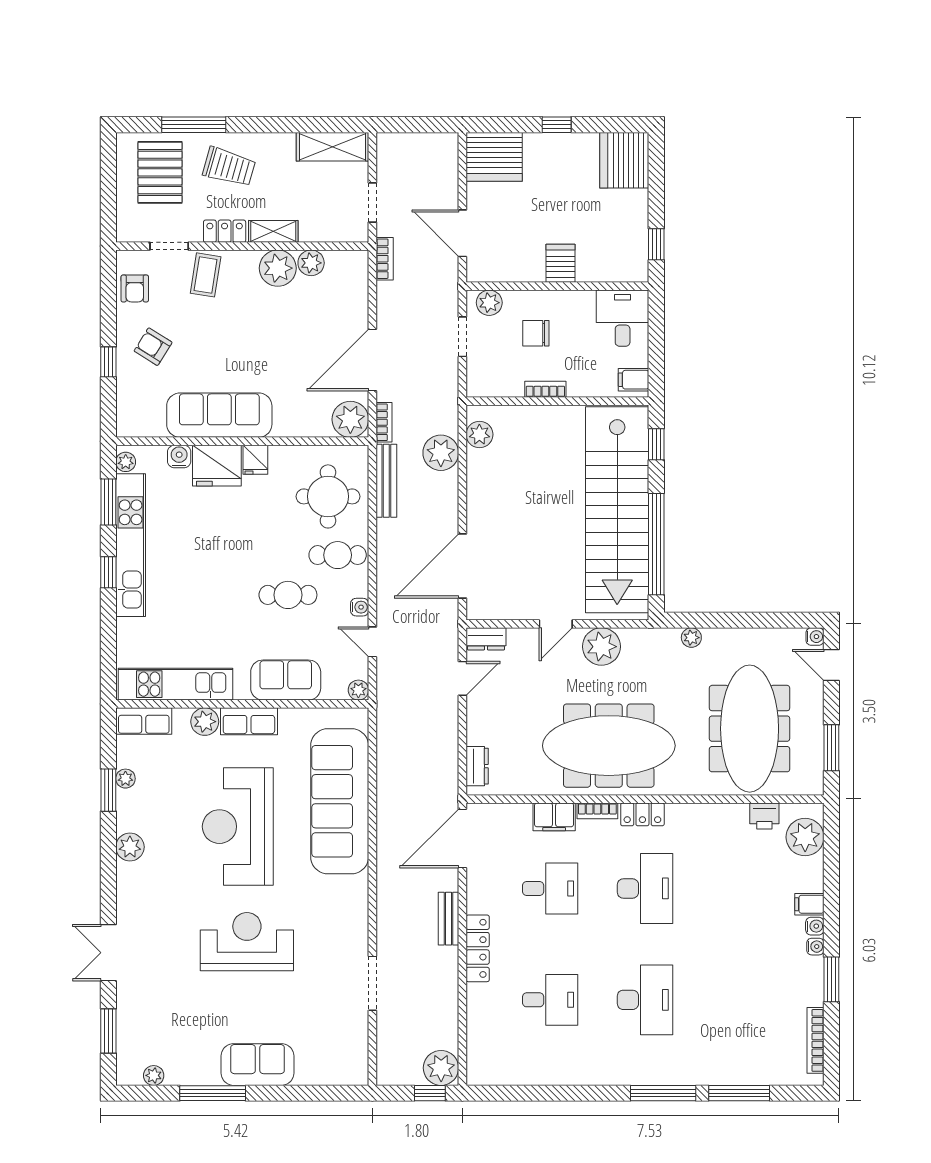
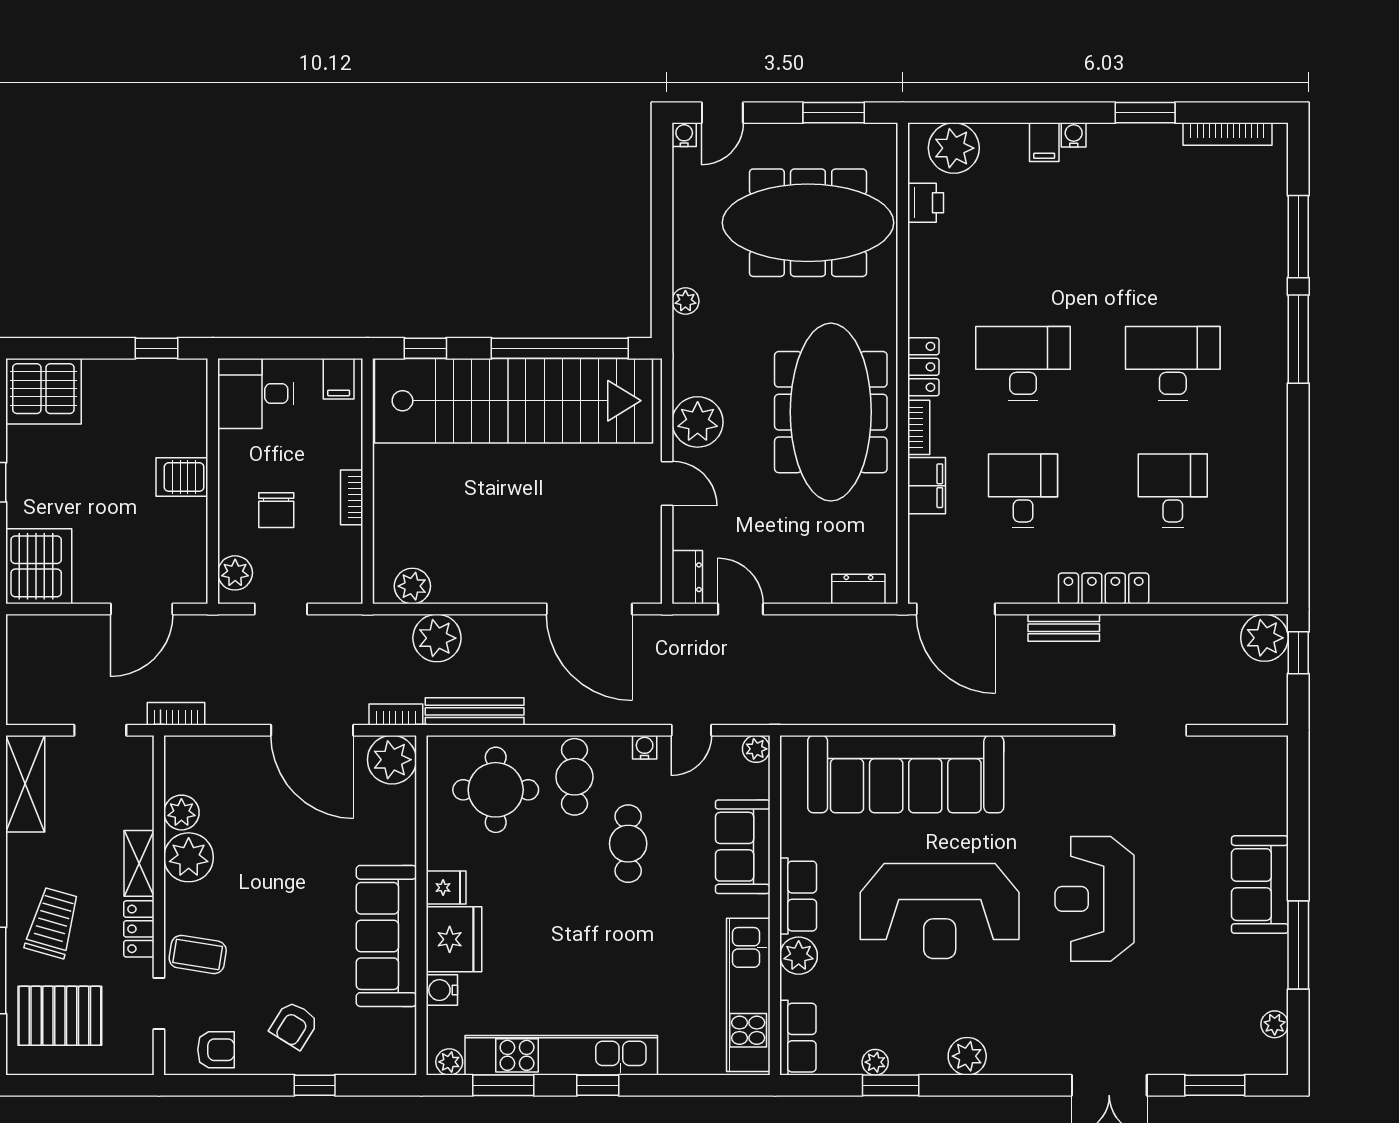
water cooler: (815, 947) -> (1101, 134), removed

